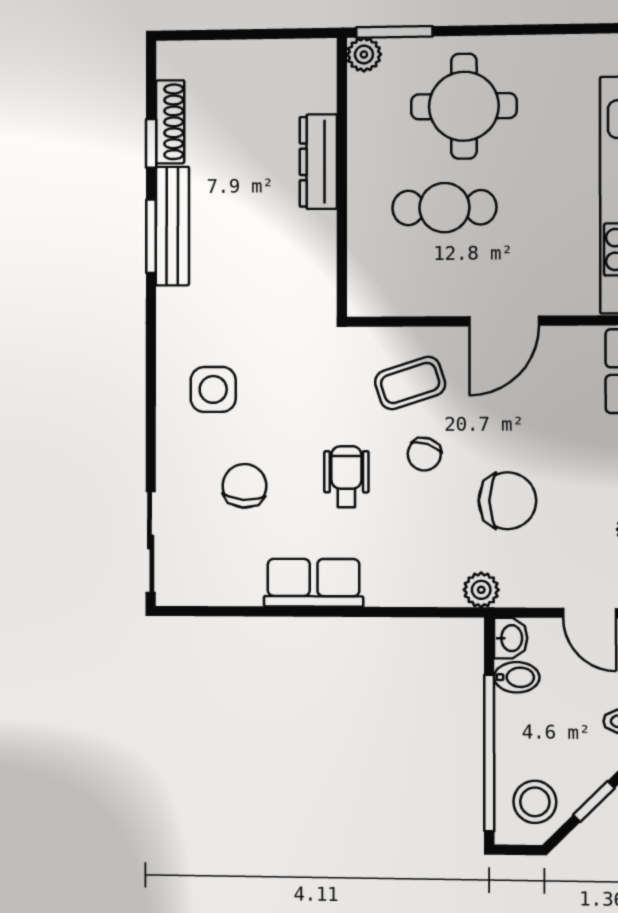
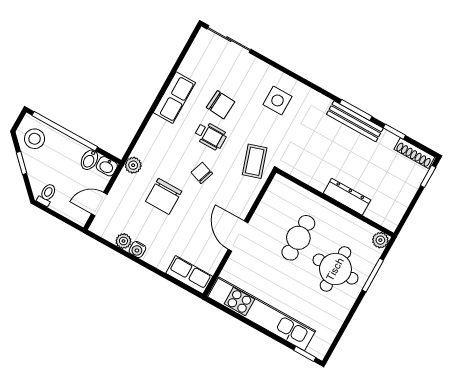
window: (394, 32) -> (373, 275), moved
window: (198, 35) -> (428, 176), added
shoe rack: (170, 122) -> (414, 153), moved
coffee table: (410, 383) -> (255, 161), moved
chair: (244, 486) -> (221, 105), moved

